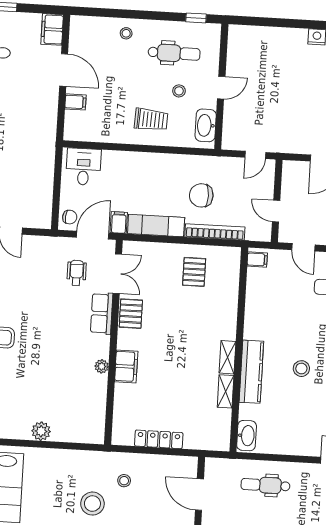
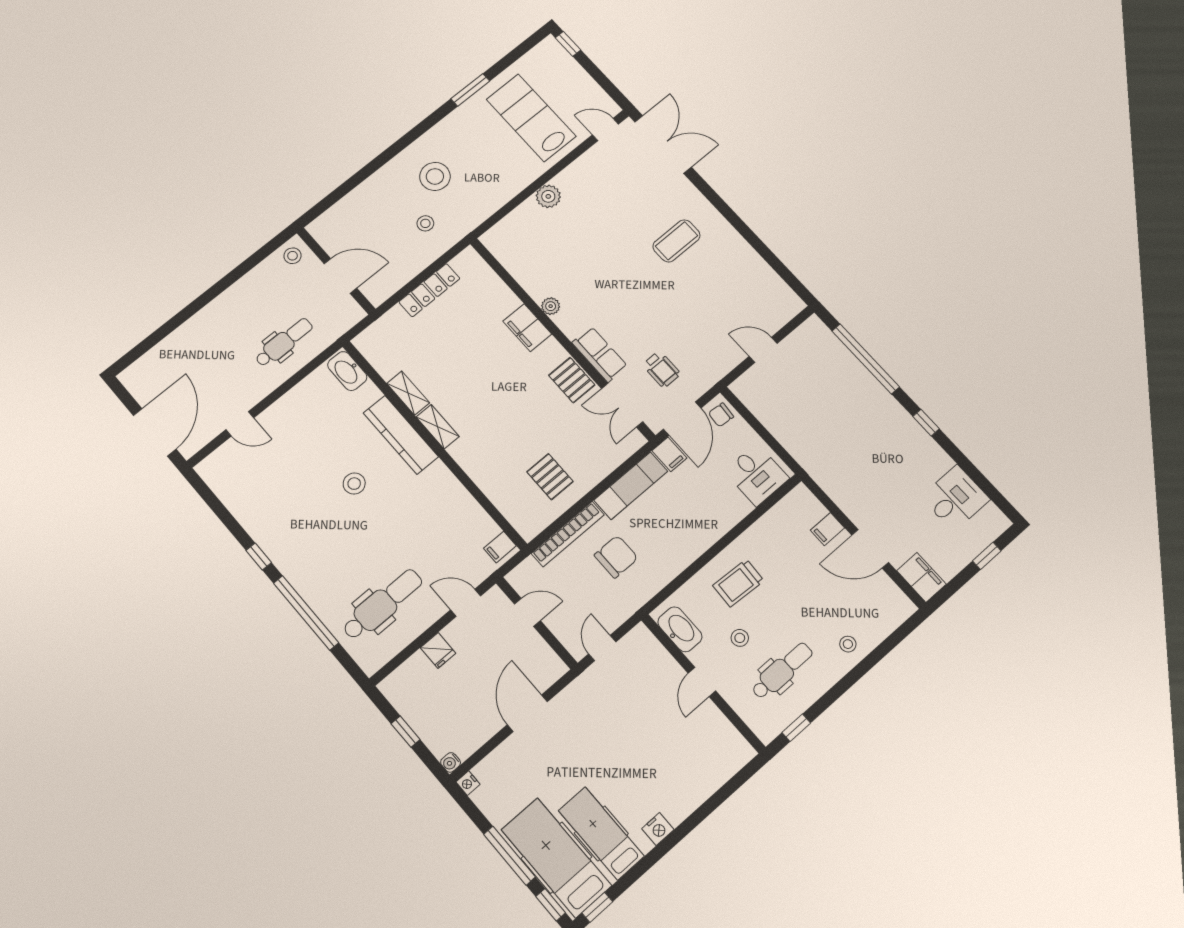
dental chair: (174, 53) -> (782, 671), turned 180

